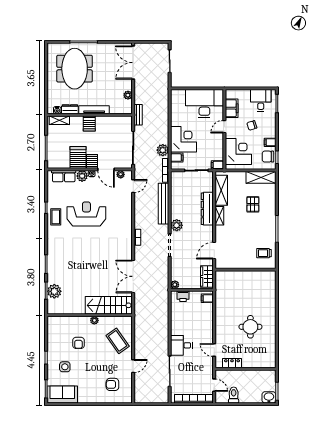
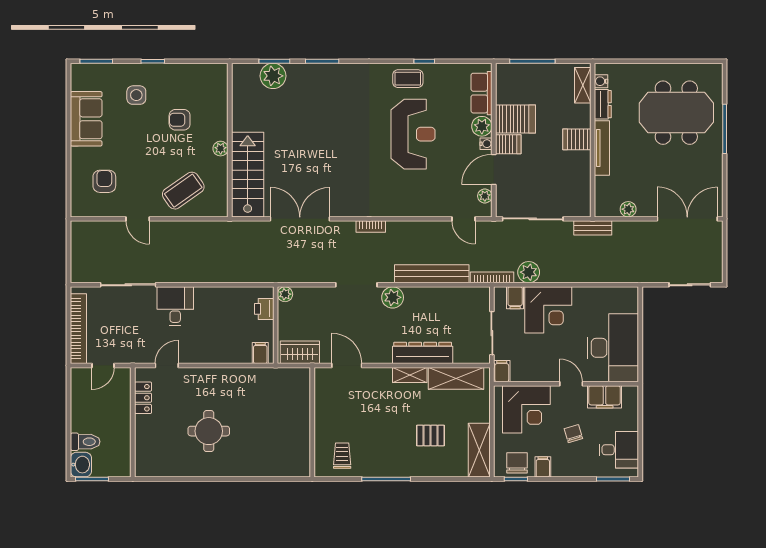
sofa: (62, 394) -> (86, 119), moved
toilet: (234, 395) -> (85, 442), moved

